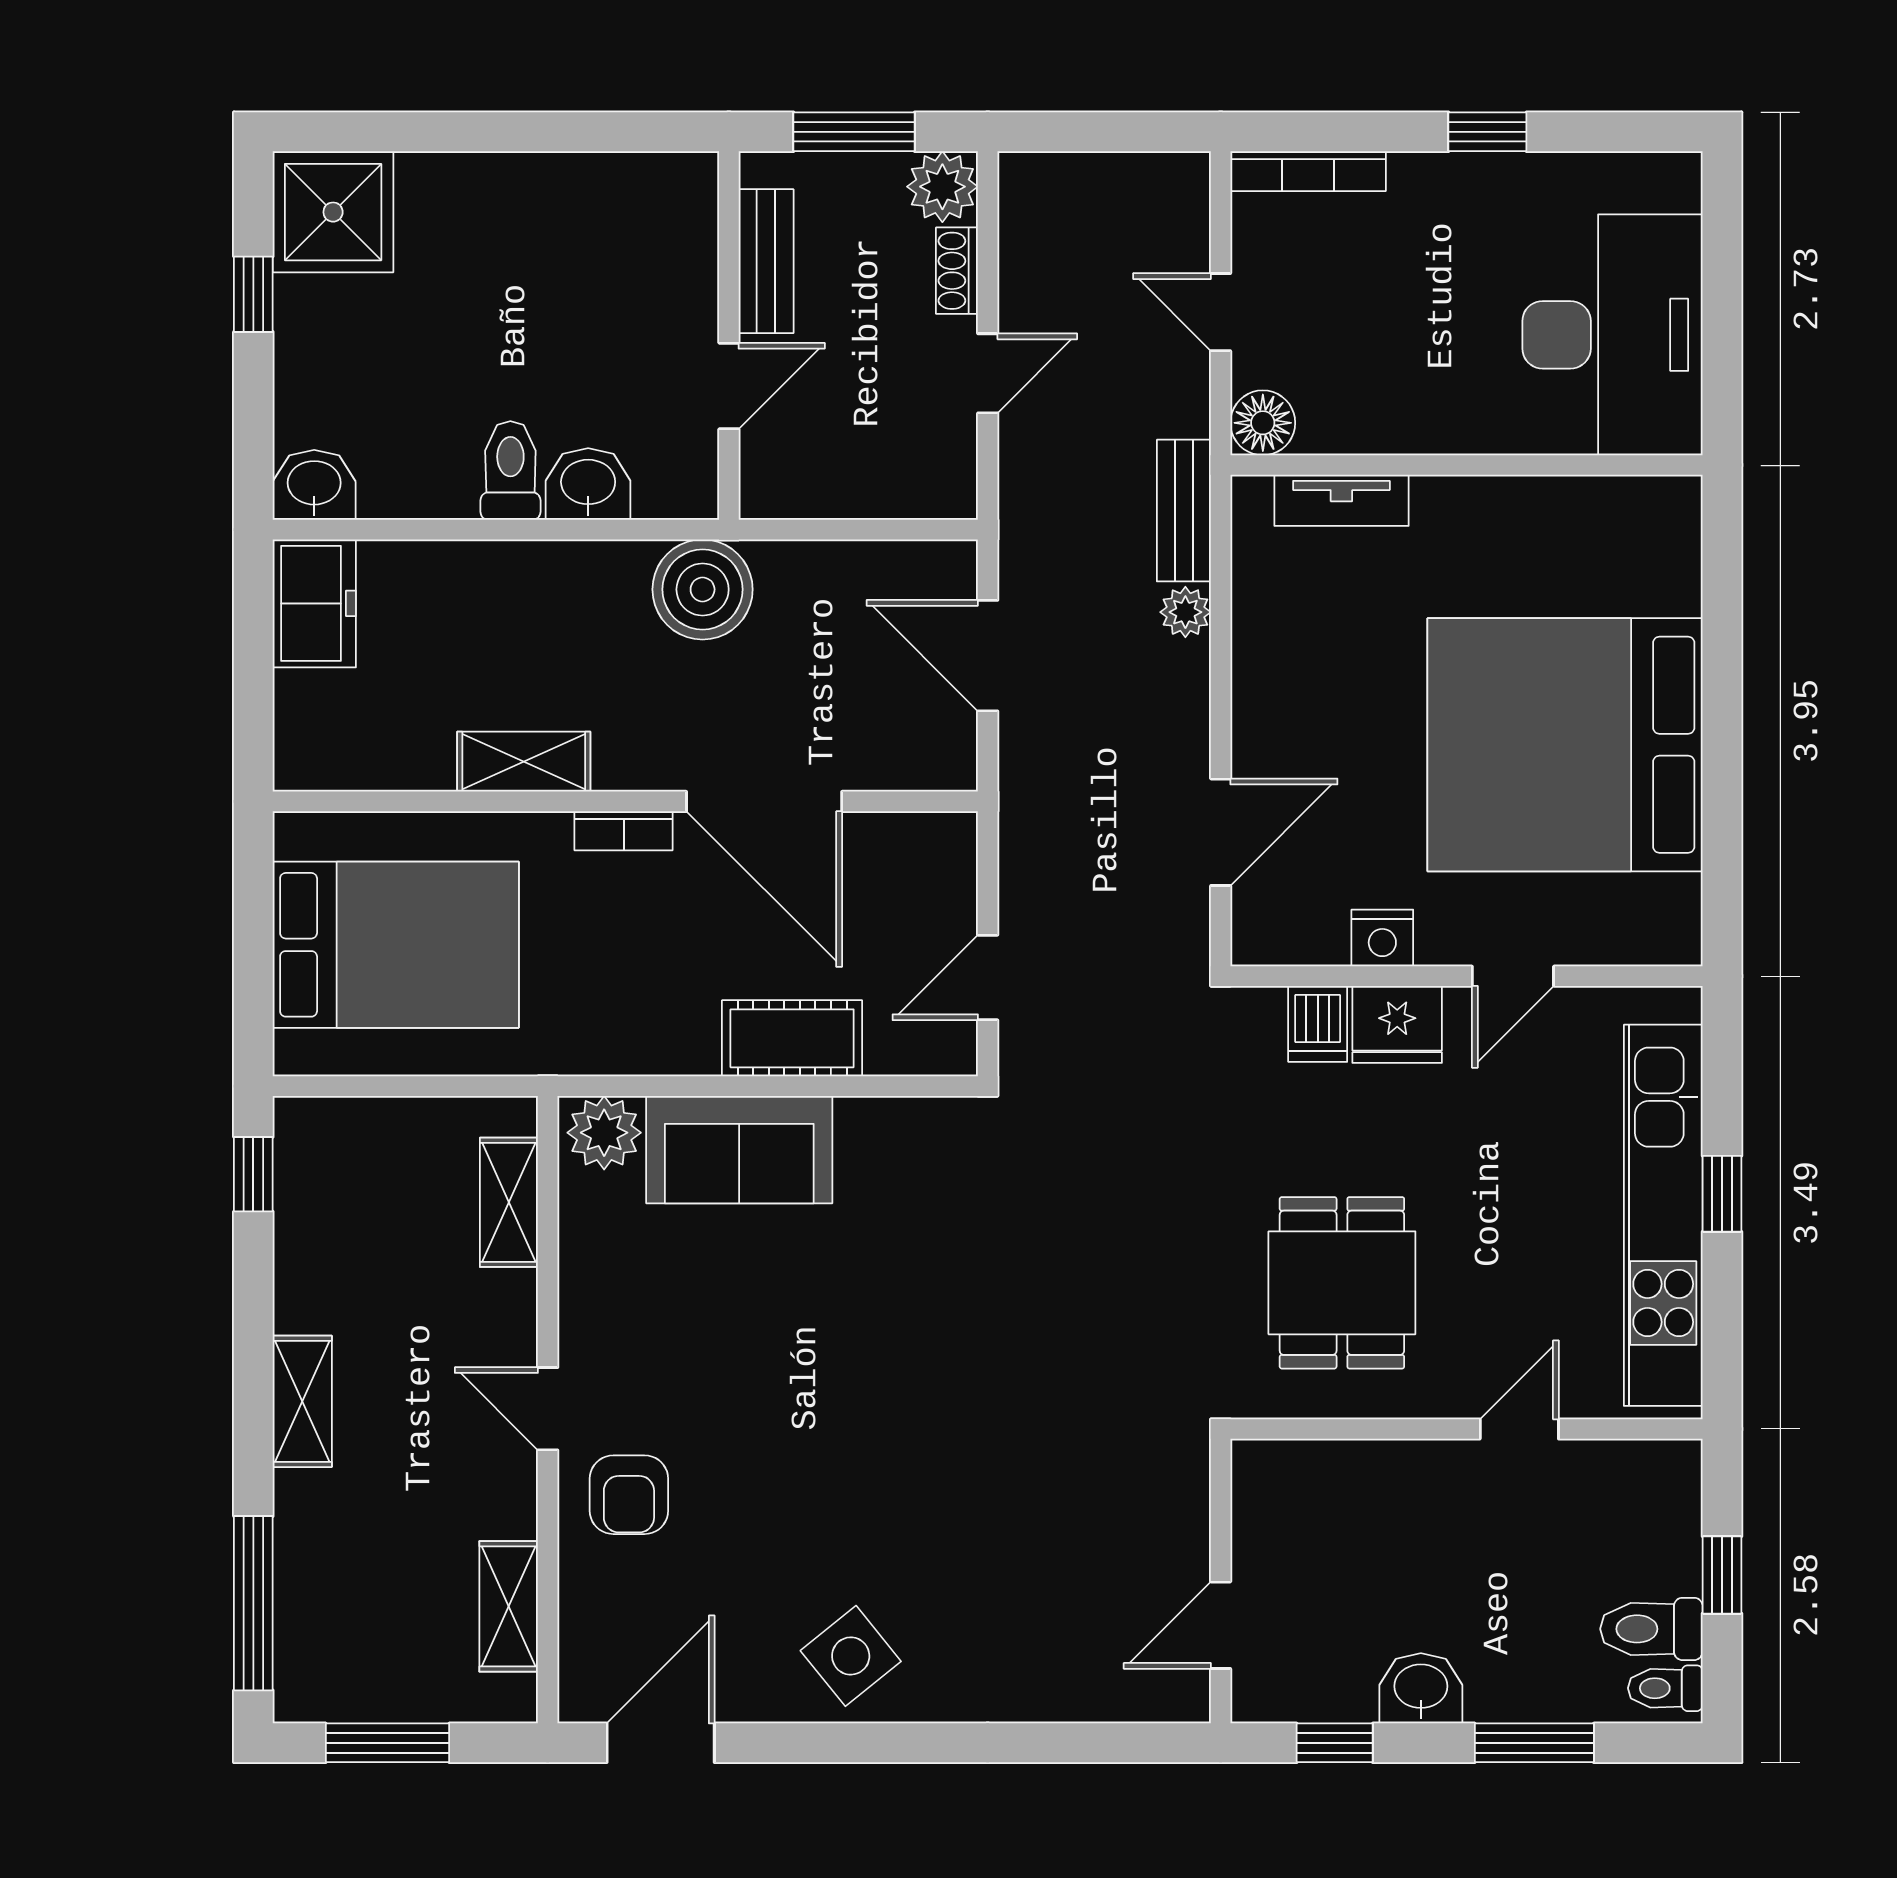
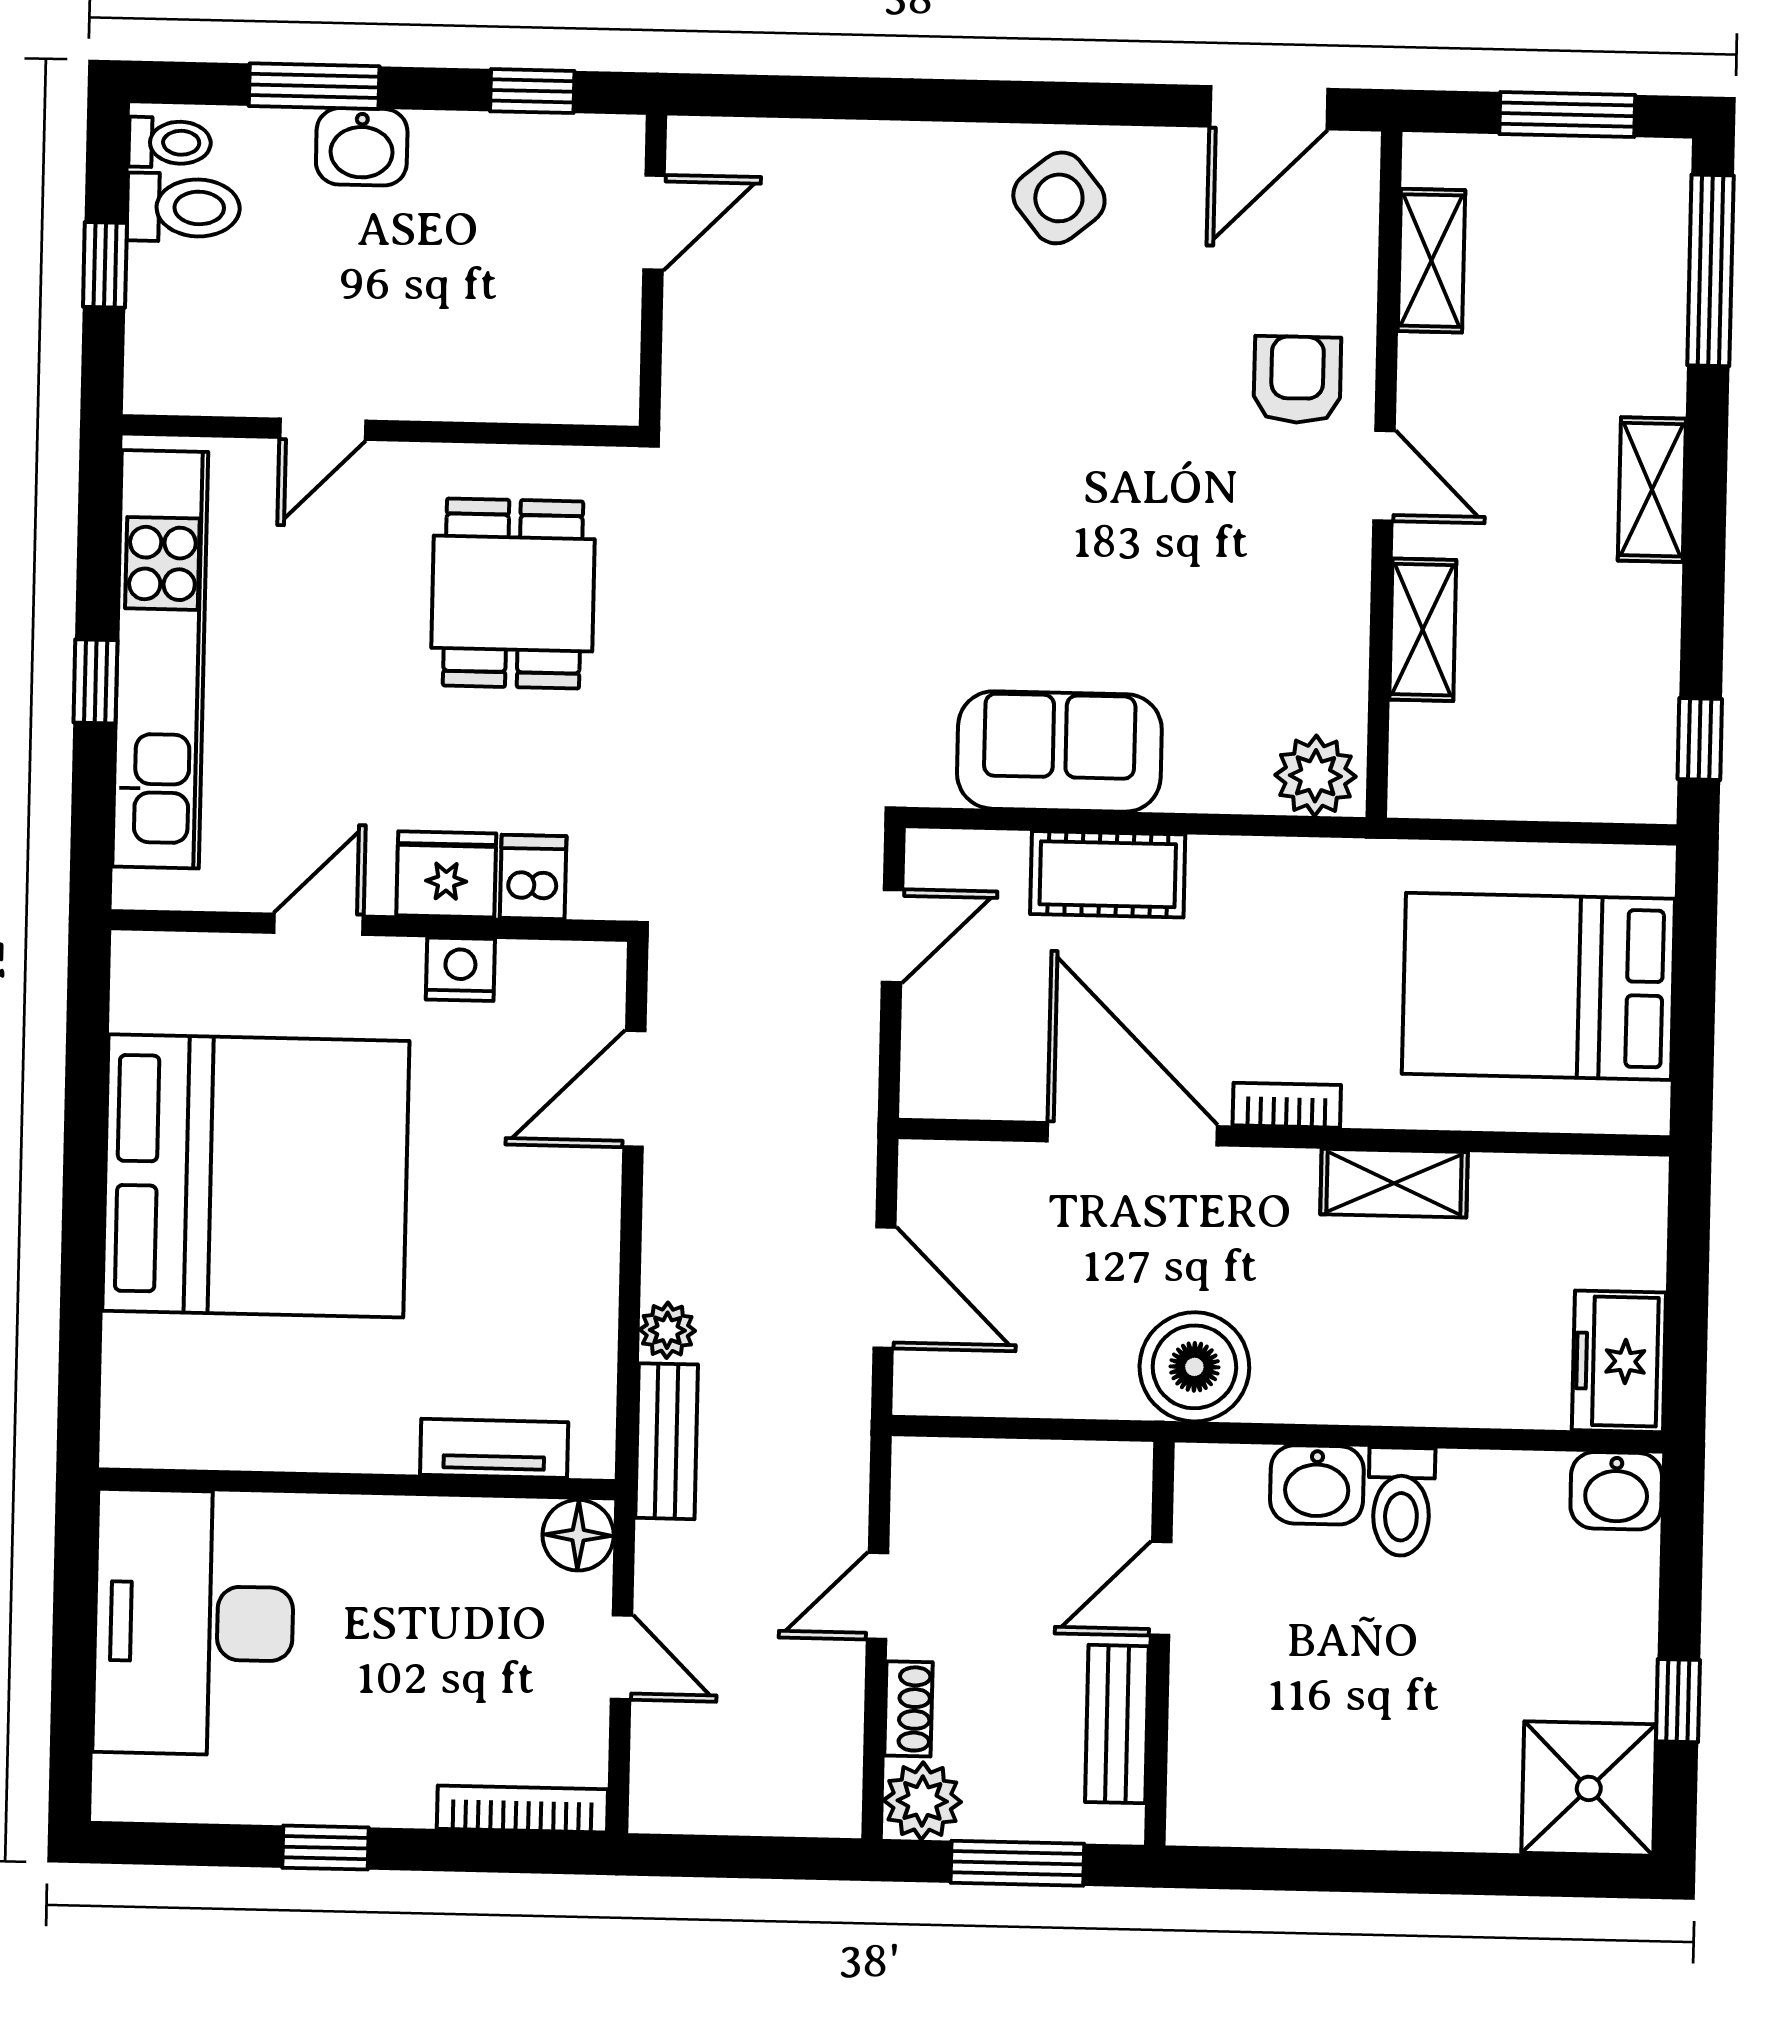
sofa: (739, 1150) -> (1059, 751), moved
shelving: (509, 1202) -> (1423, 630), moved
washbasin: (1421, 1688) -> (362, 147), moved

